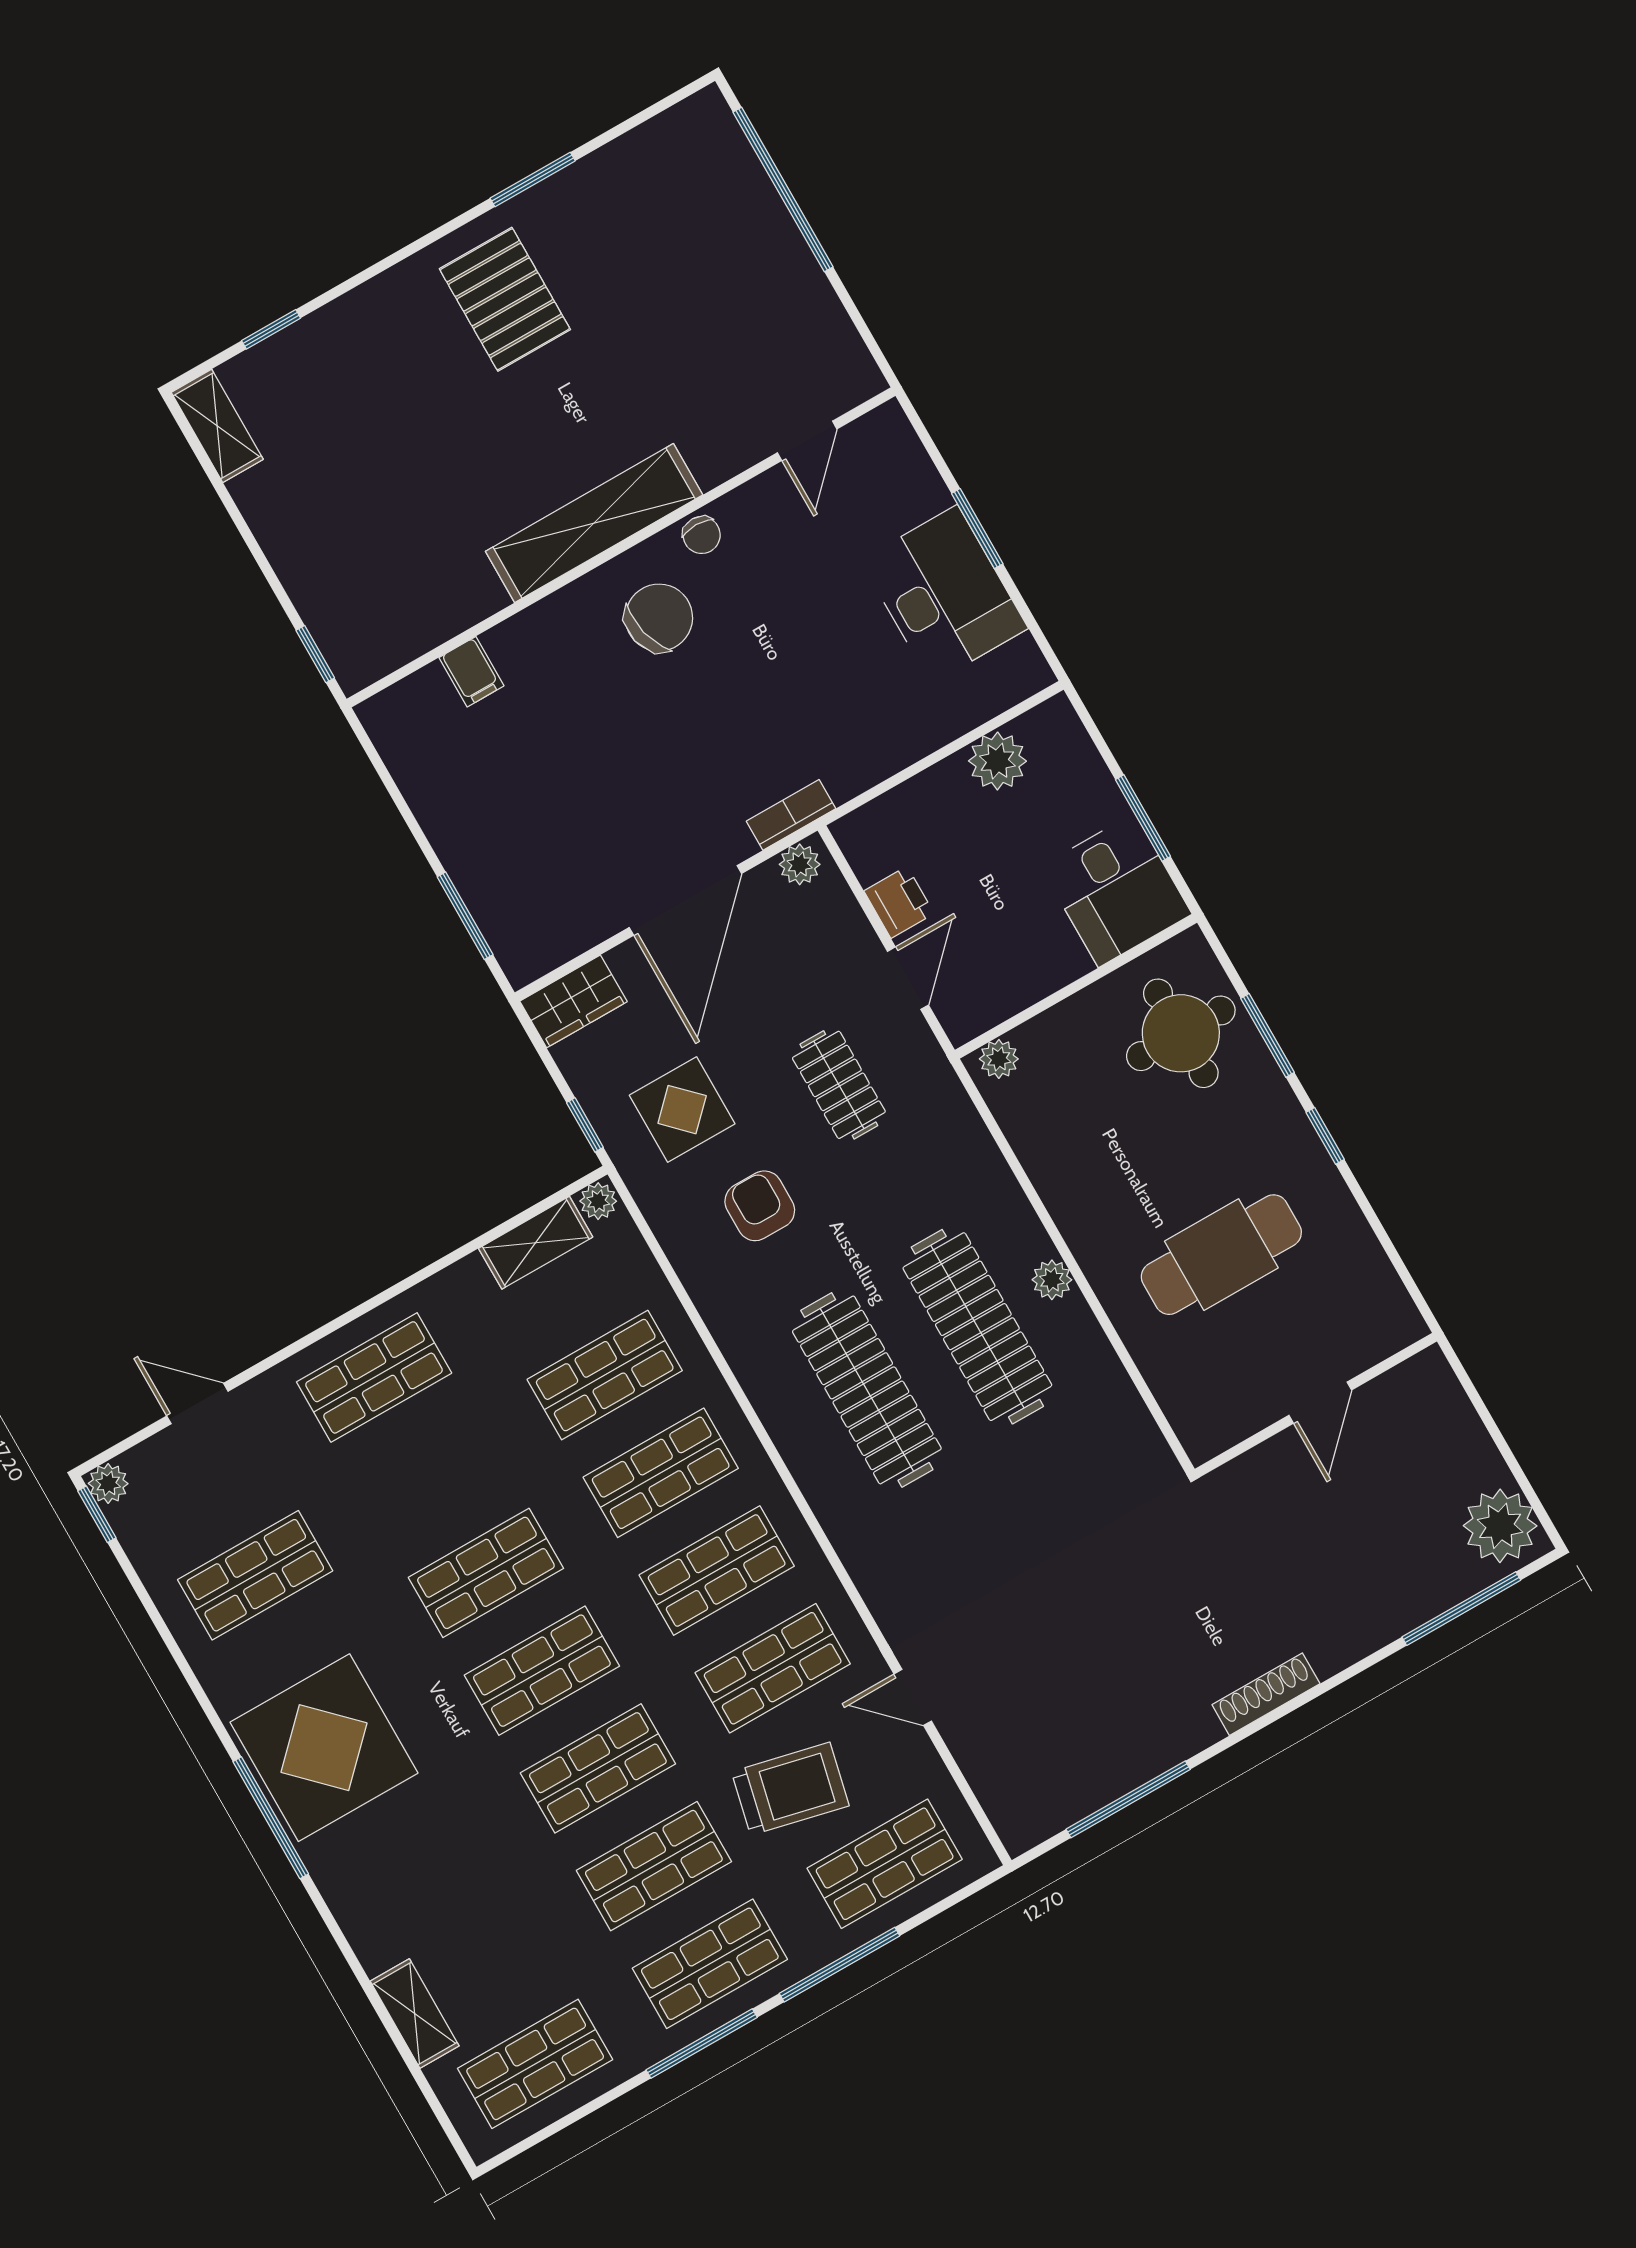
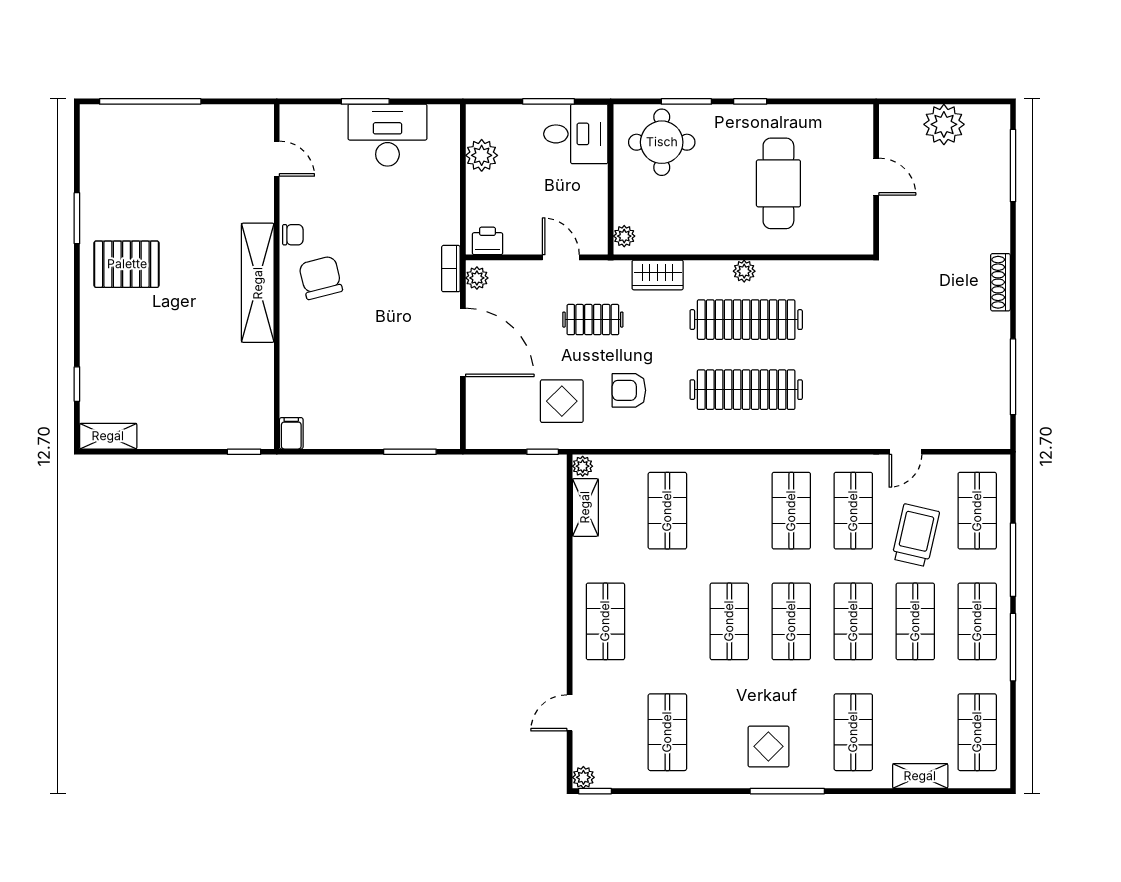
filing cabinet: (471, 672) -> (291, 433), moved, turned -90
printer: (899, 902) -> (487, 241), moved
wardrobe: (573, 1001) -> (658, 275), moved, turned 90
shop shelf: (661, 1473) -> (853, 732), moved
plant: (1500, 1526) -> (944, 124), moved
display table: (324, 1748) -> (768, 746), width x0.54, depth x0.54

